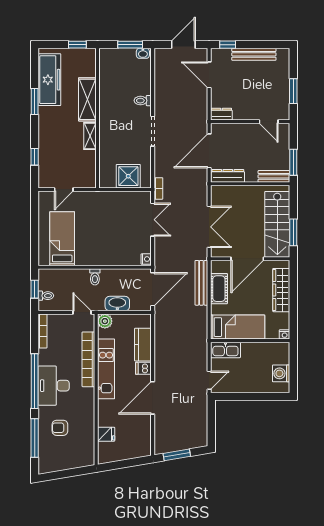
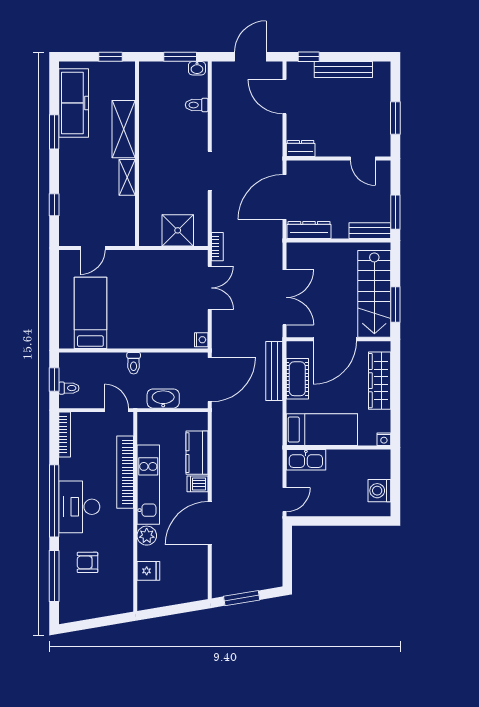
toilet: (143, 101) -> (197, 105), moved
plant: (105, 321) -> (147, 536), moved

